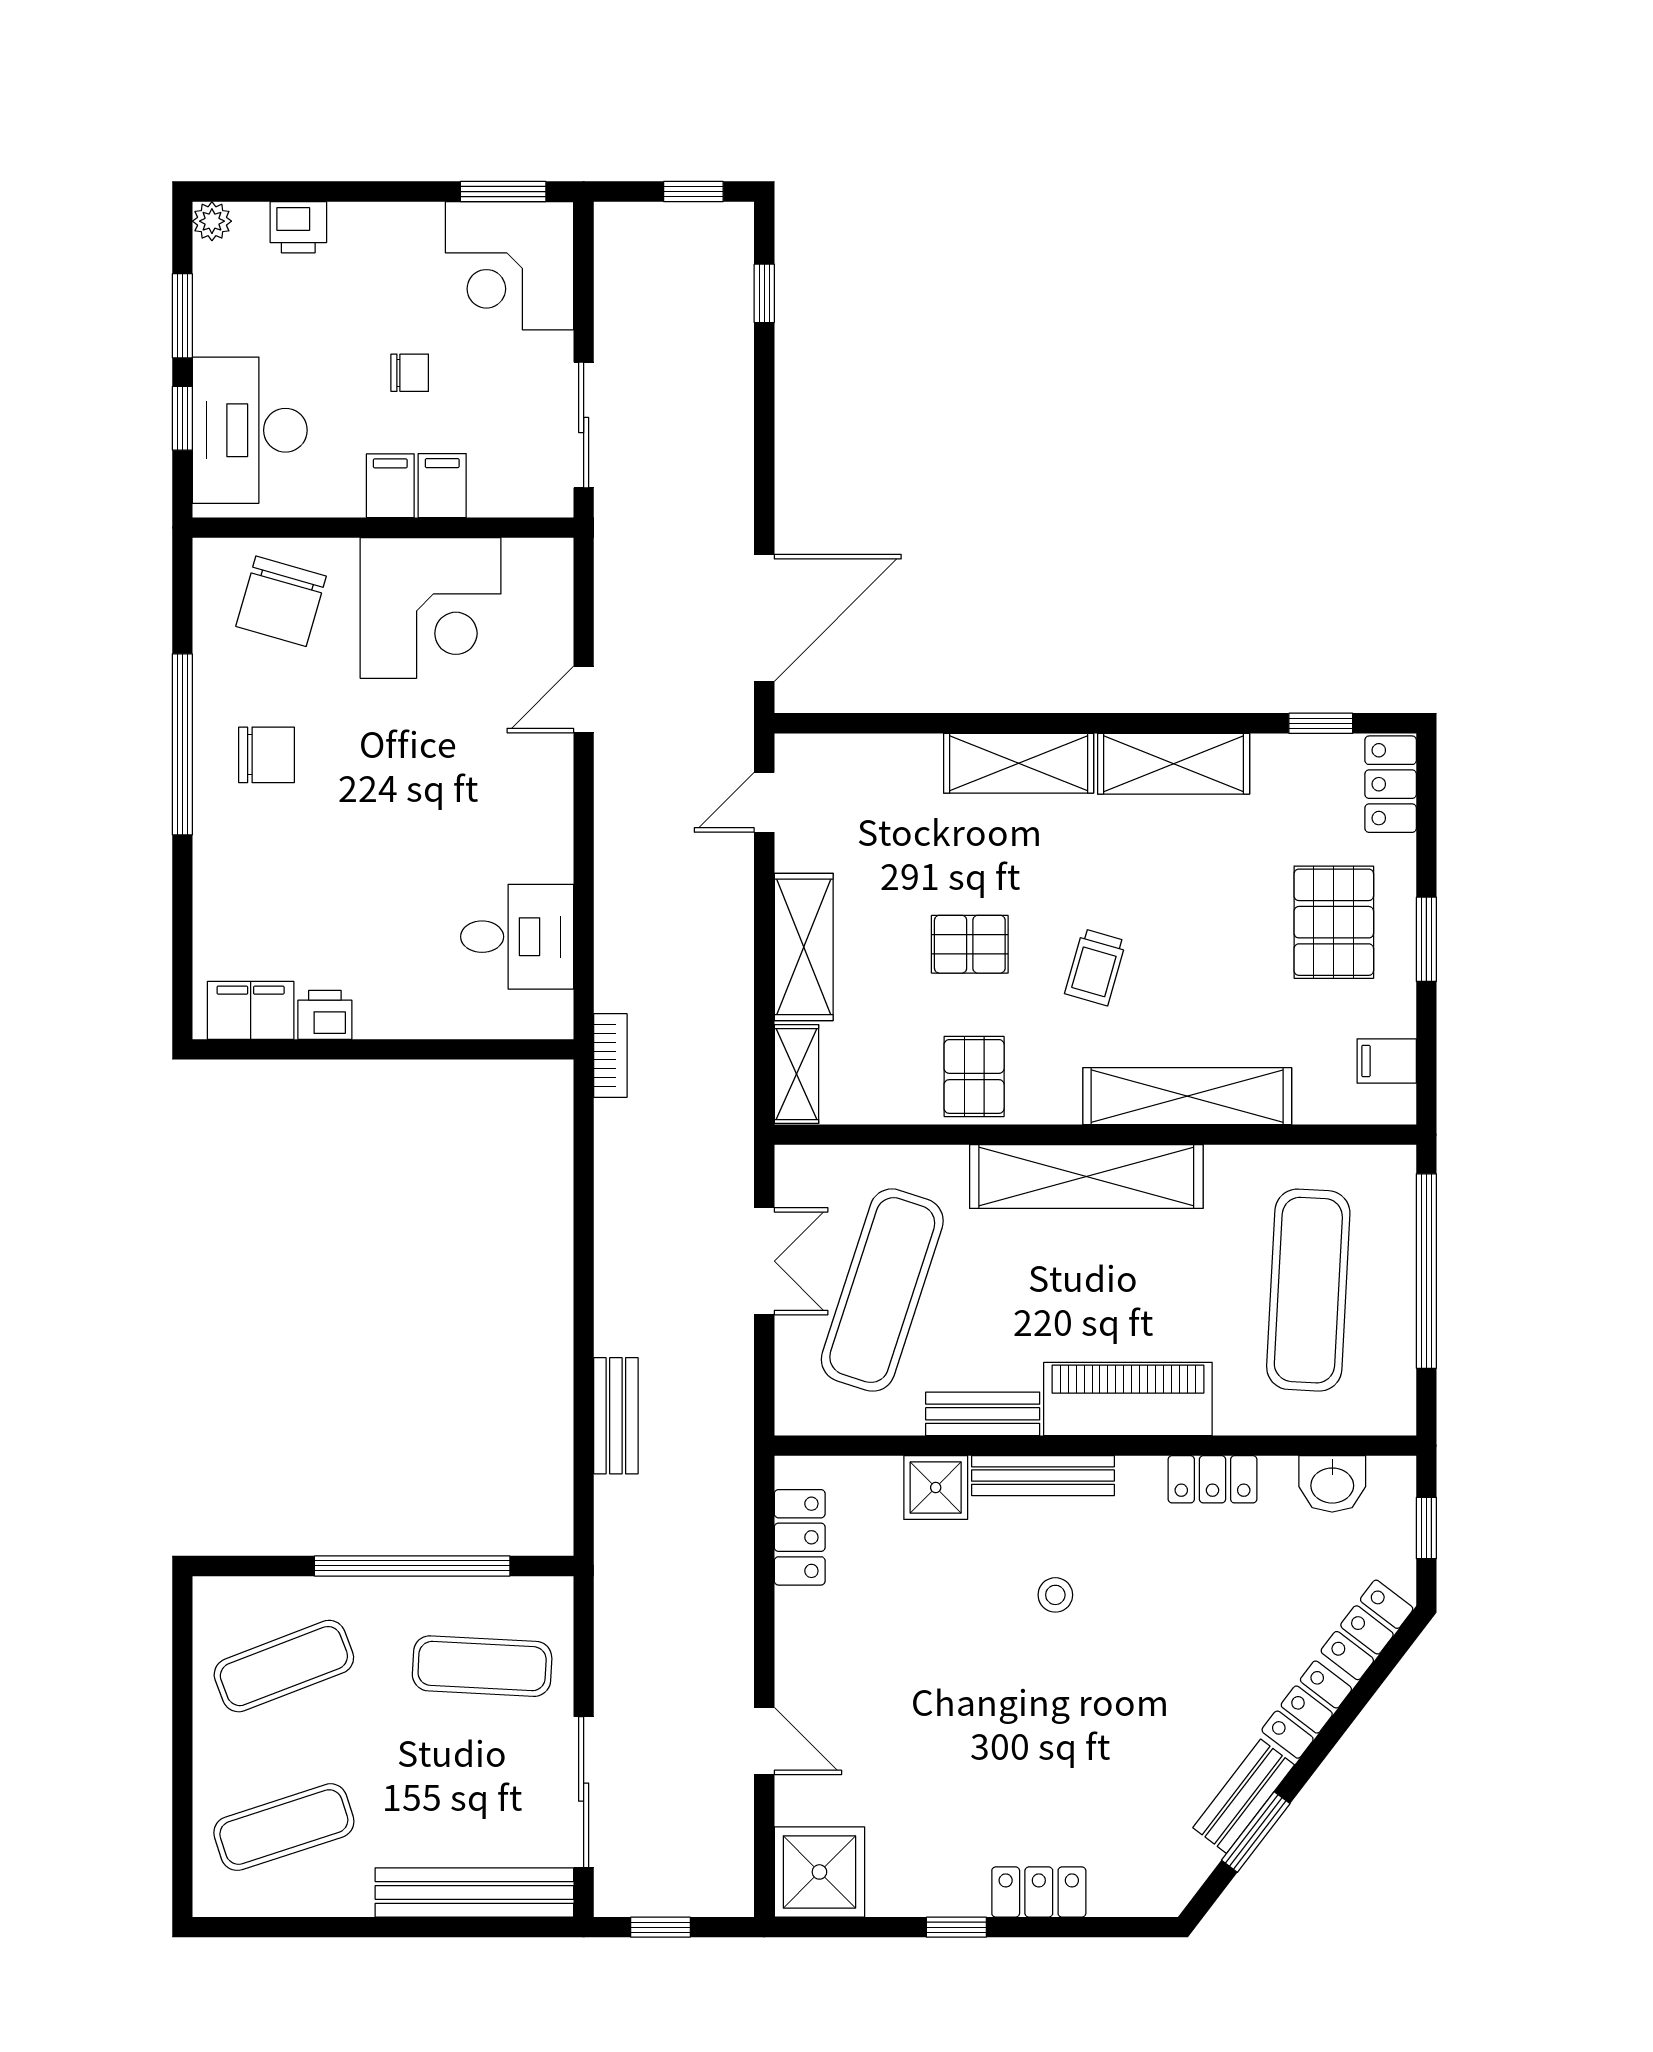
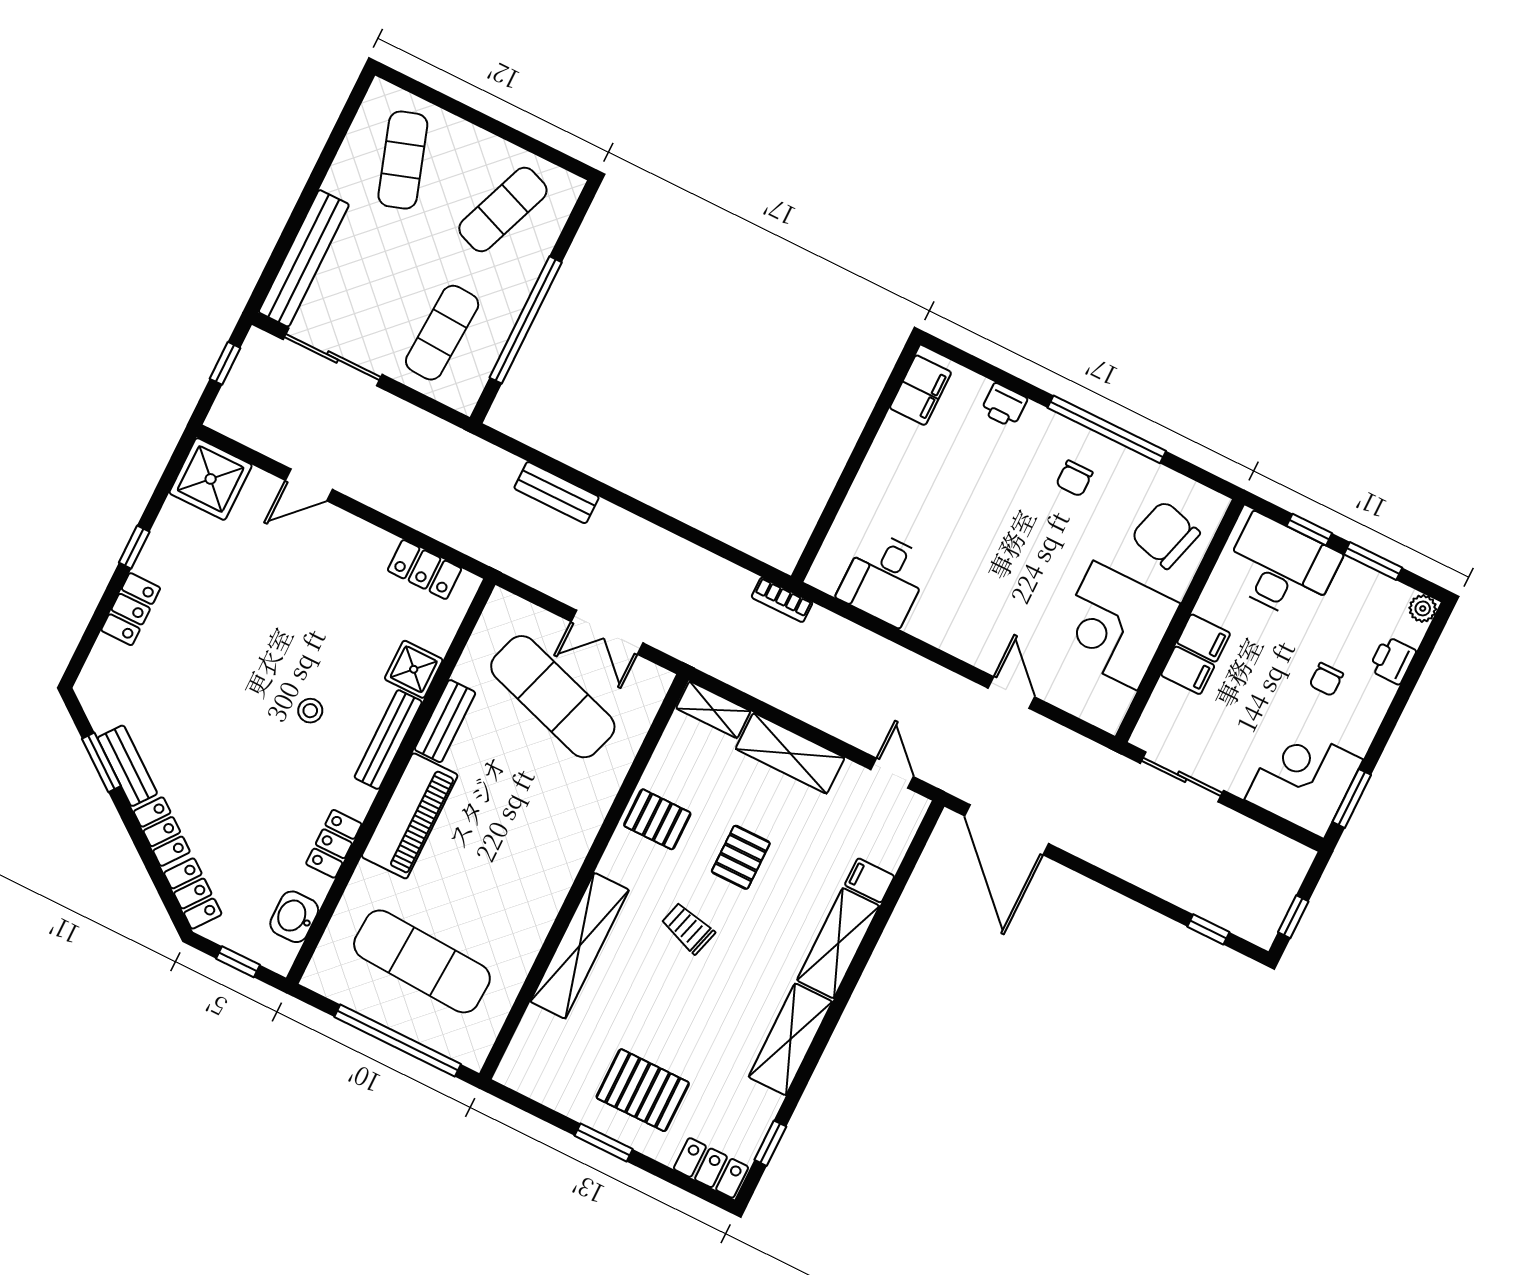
chair: (410, 373) -> (1326, 679), moved
chair: (267, 755) -> (1074, 478), width x0.73, depth x0.73
printer: (325, 1015) -> (1004, 405), moved, turned 90
filing cabinet: (1387, 1061) -> (869, 880), moved, turned -90
shelving: (1086, 1176) -> (561, 858), removed
exercise mat: (284, 1666) -> (503, 209), turned 42

